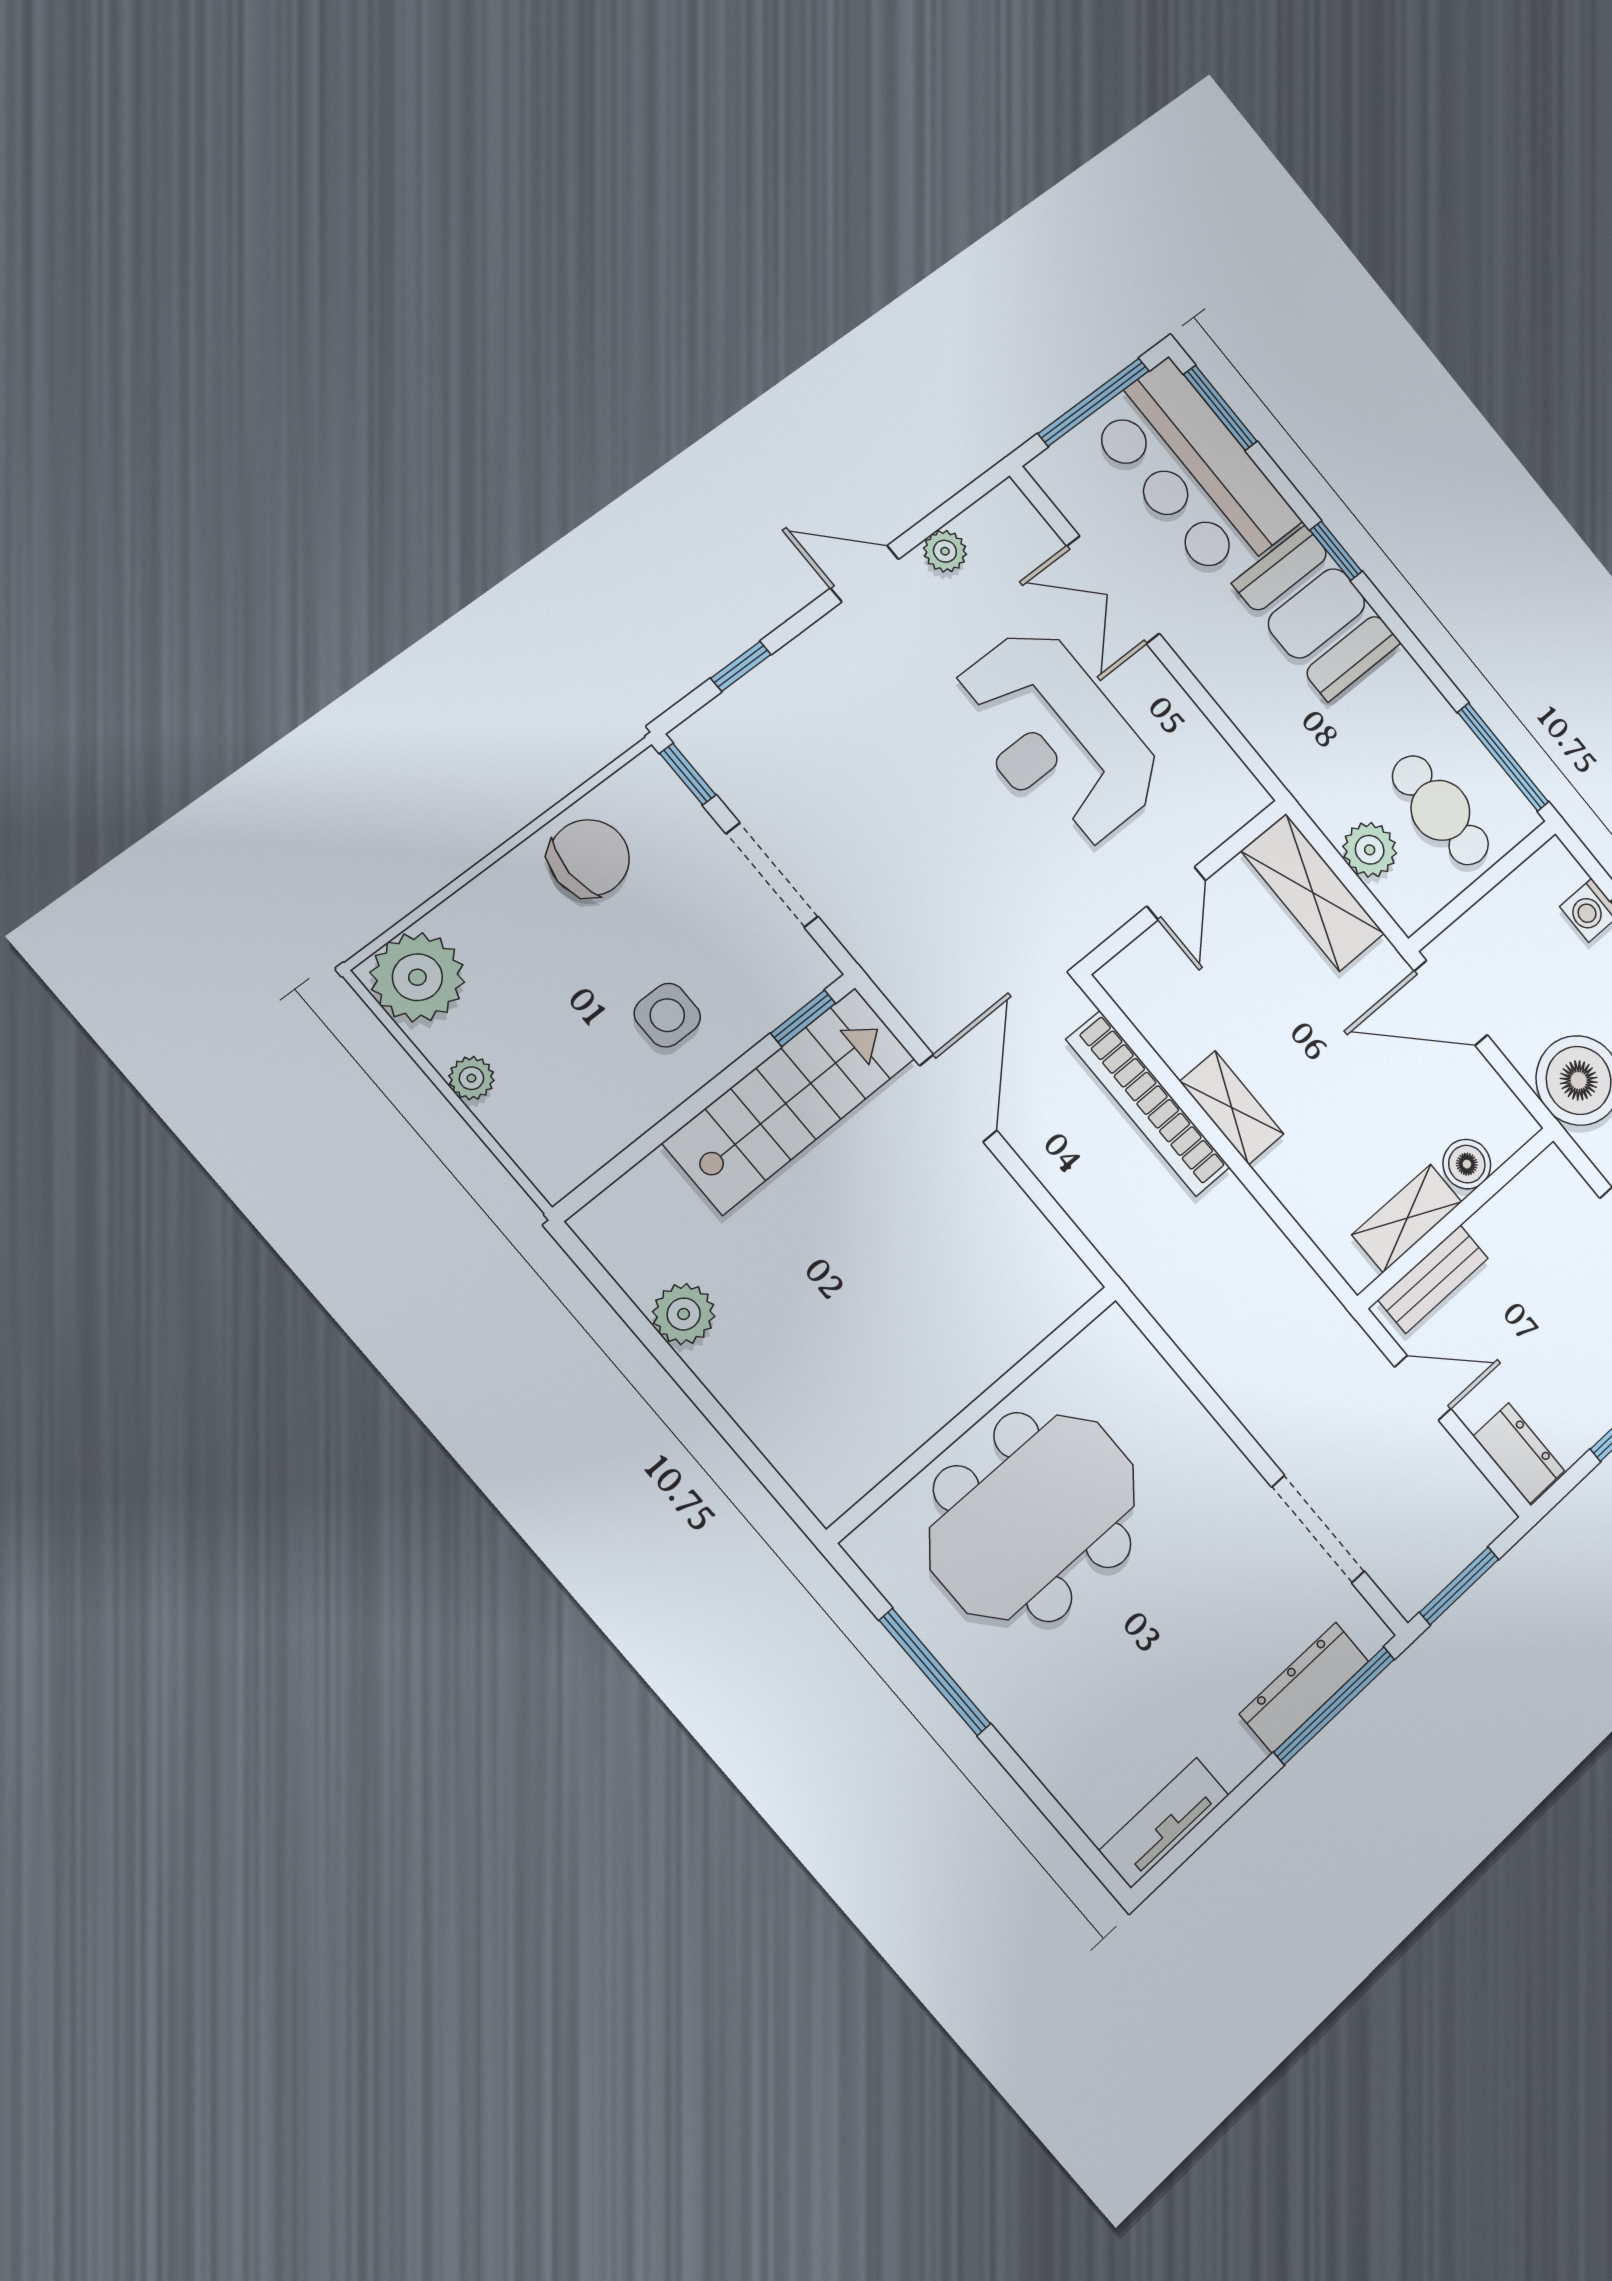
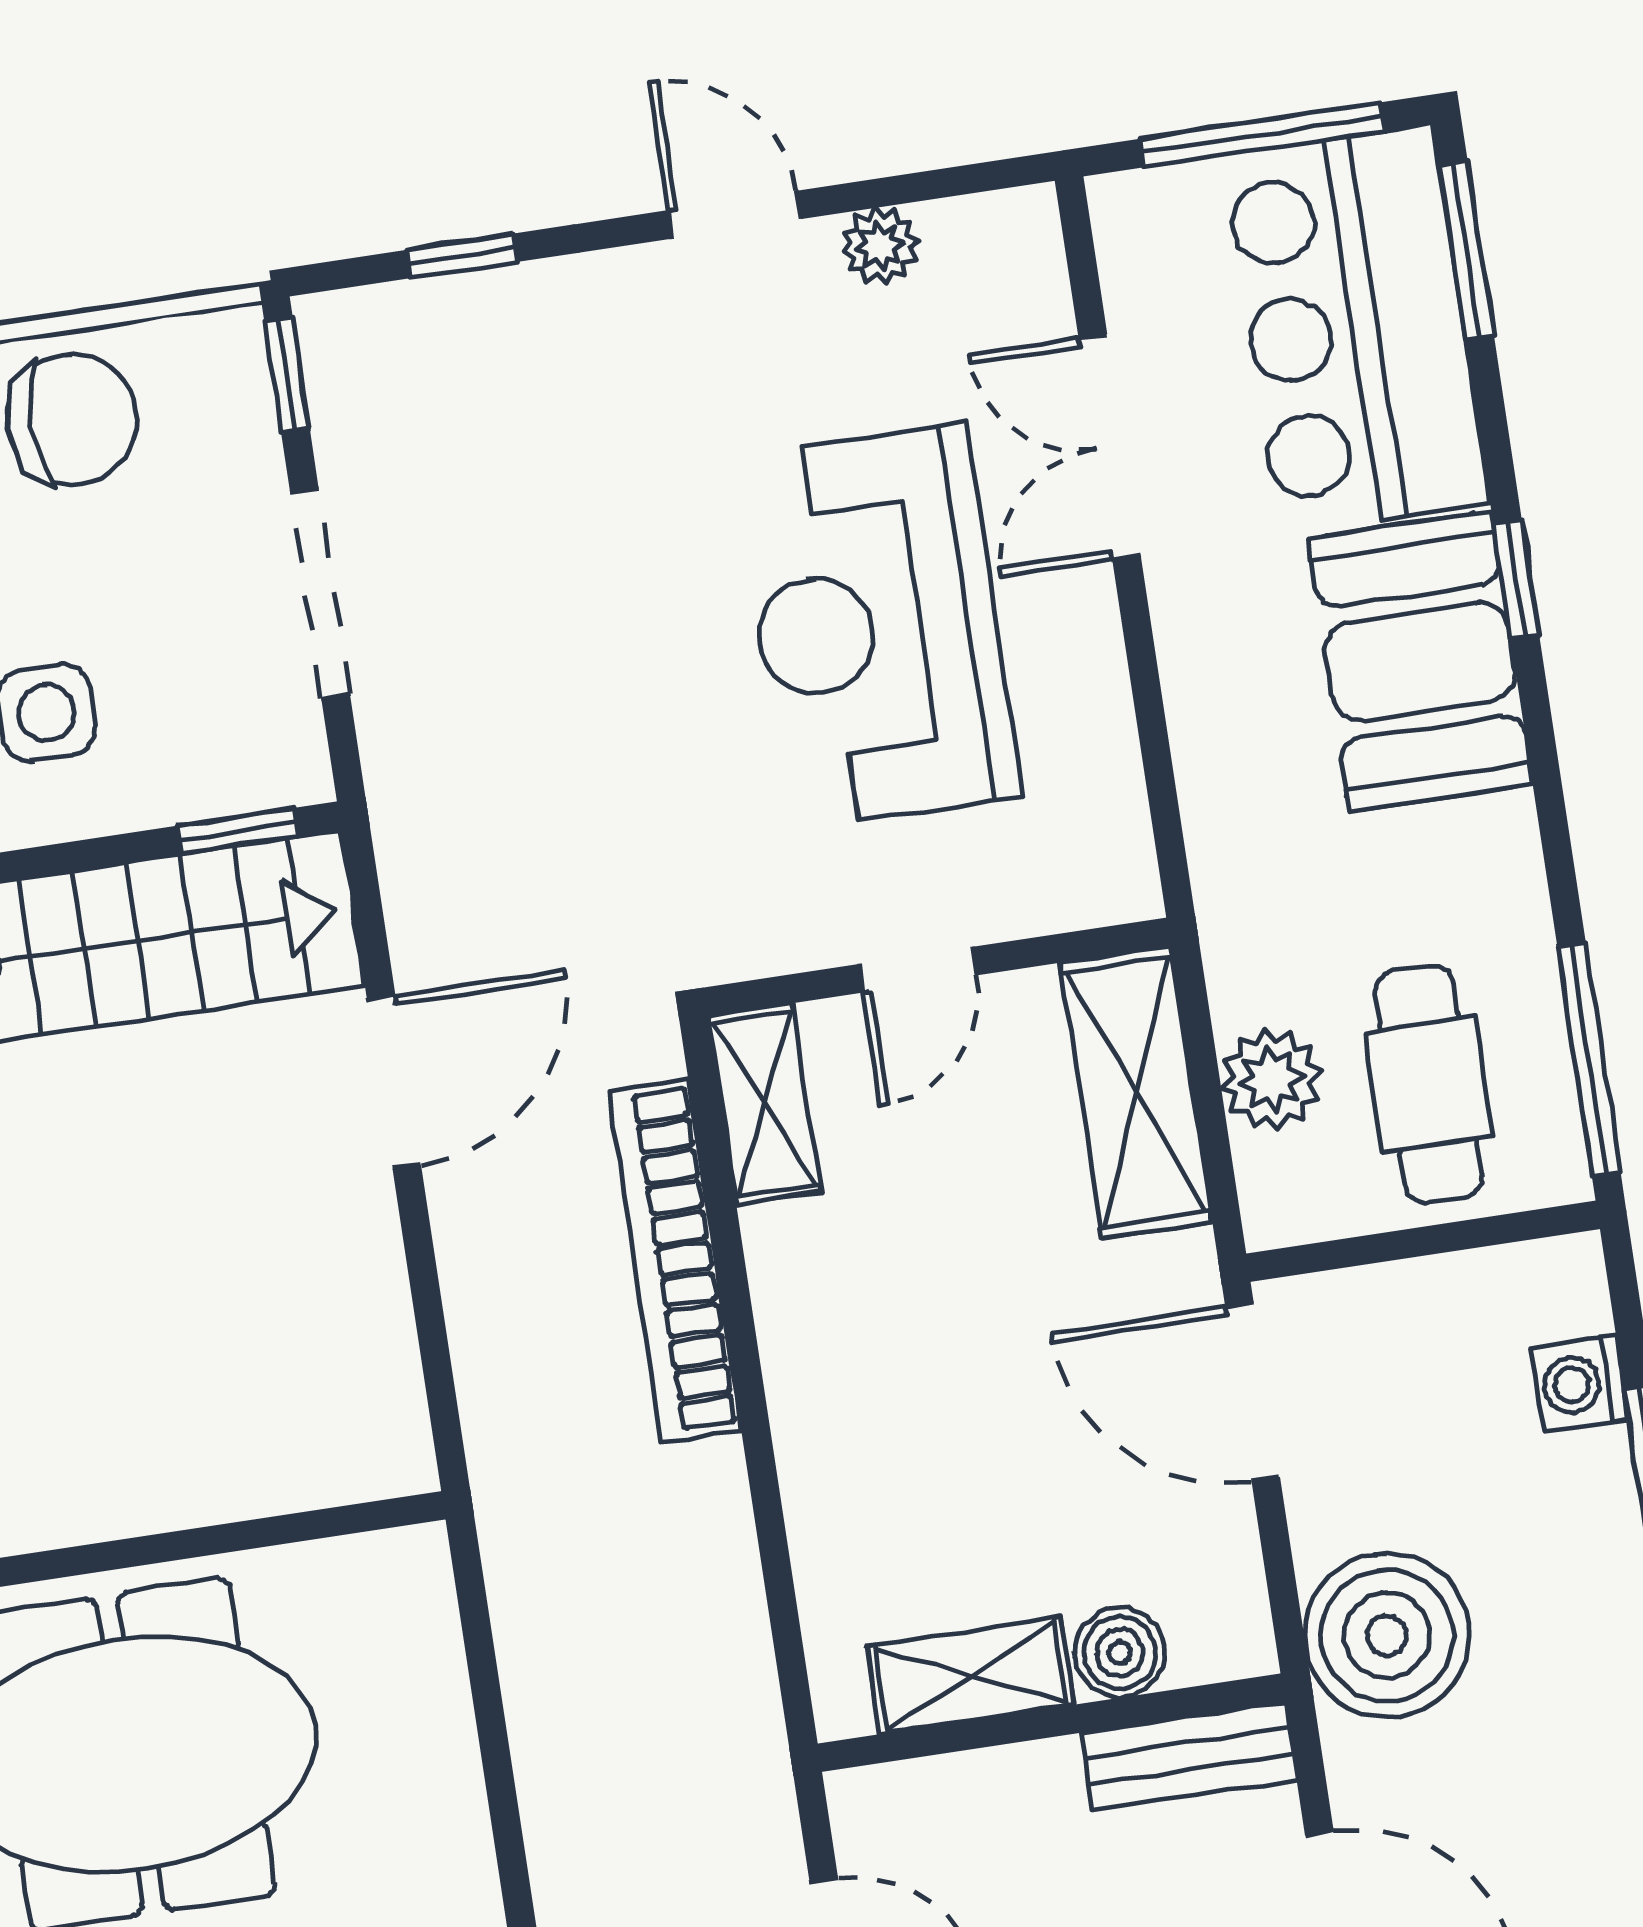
shelving: (1232, 1108) -> (764, 1104), moved
bench: (1433, 1279) -> (1189, 1756), moved

